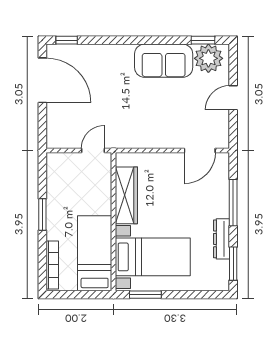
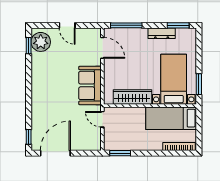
sofa: (164, 61) -> (90, 85), moved, turned 180
window: (233, 203) -> (126, 25), moved
window: (42, 215) -> (120, 153), moved

